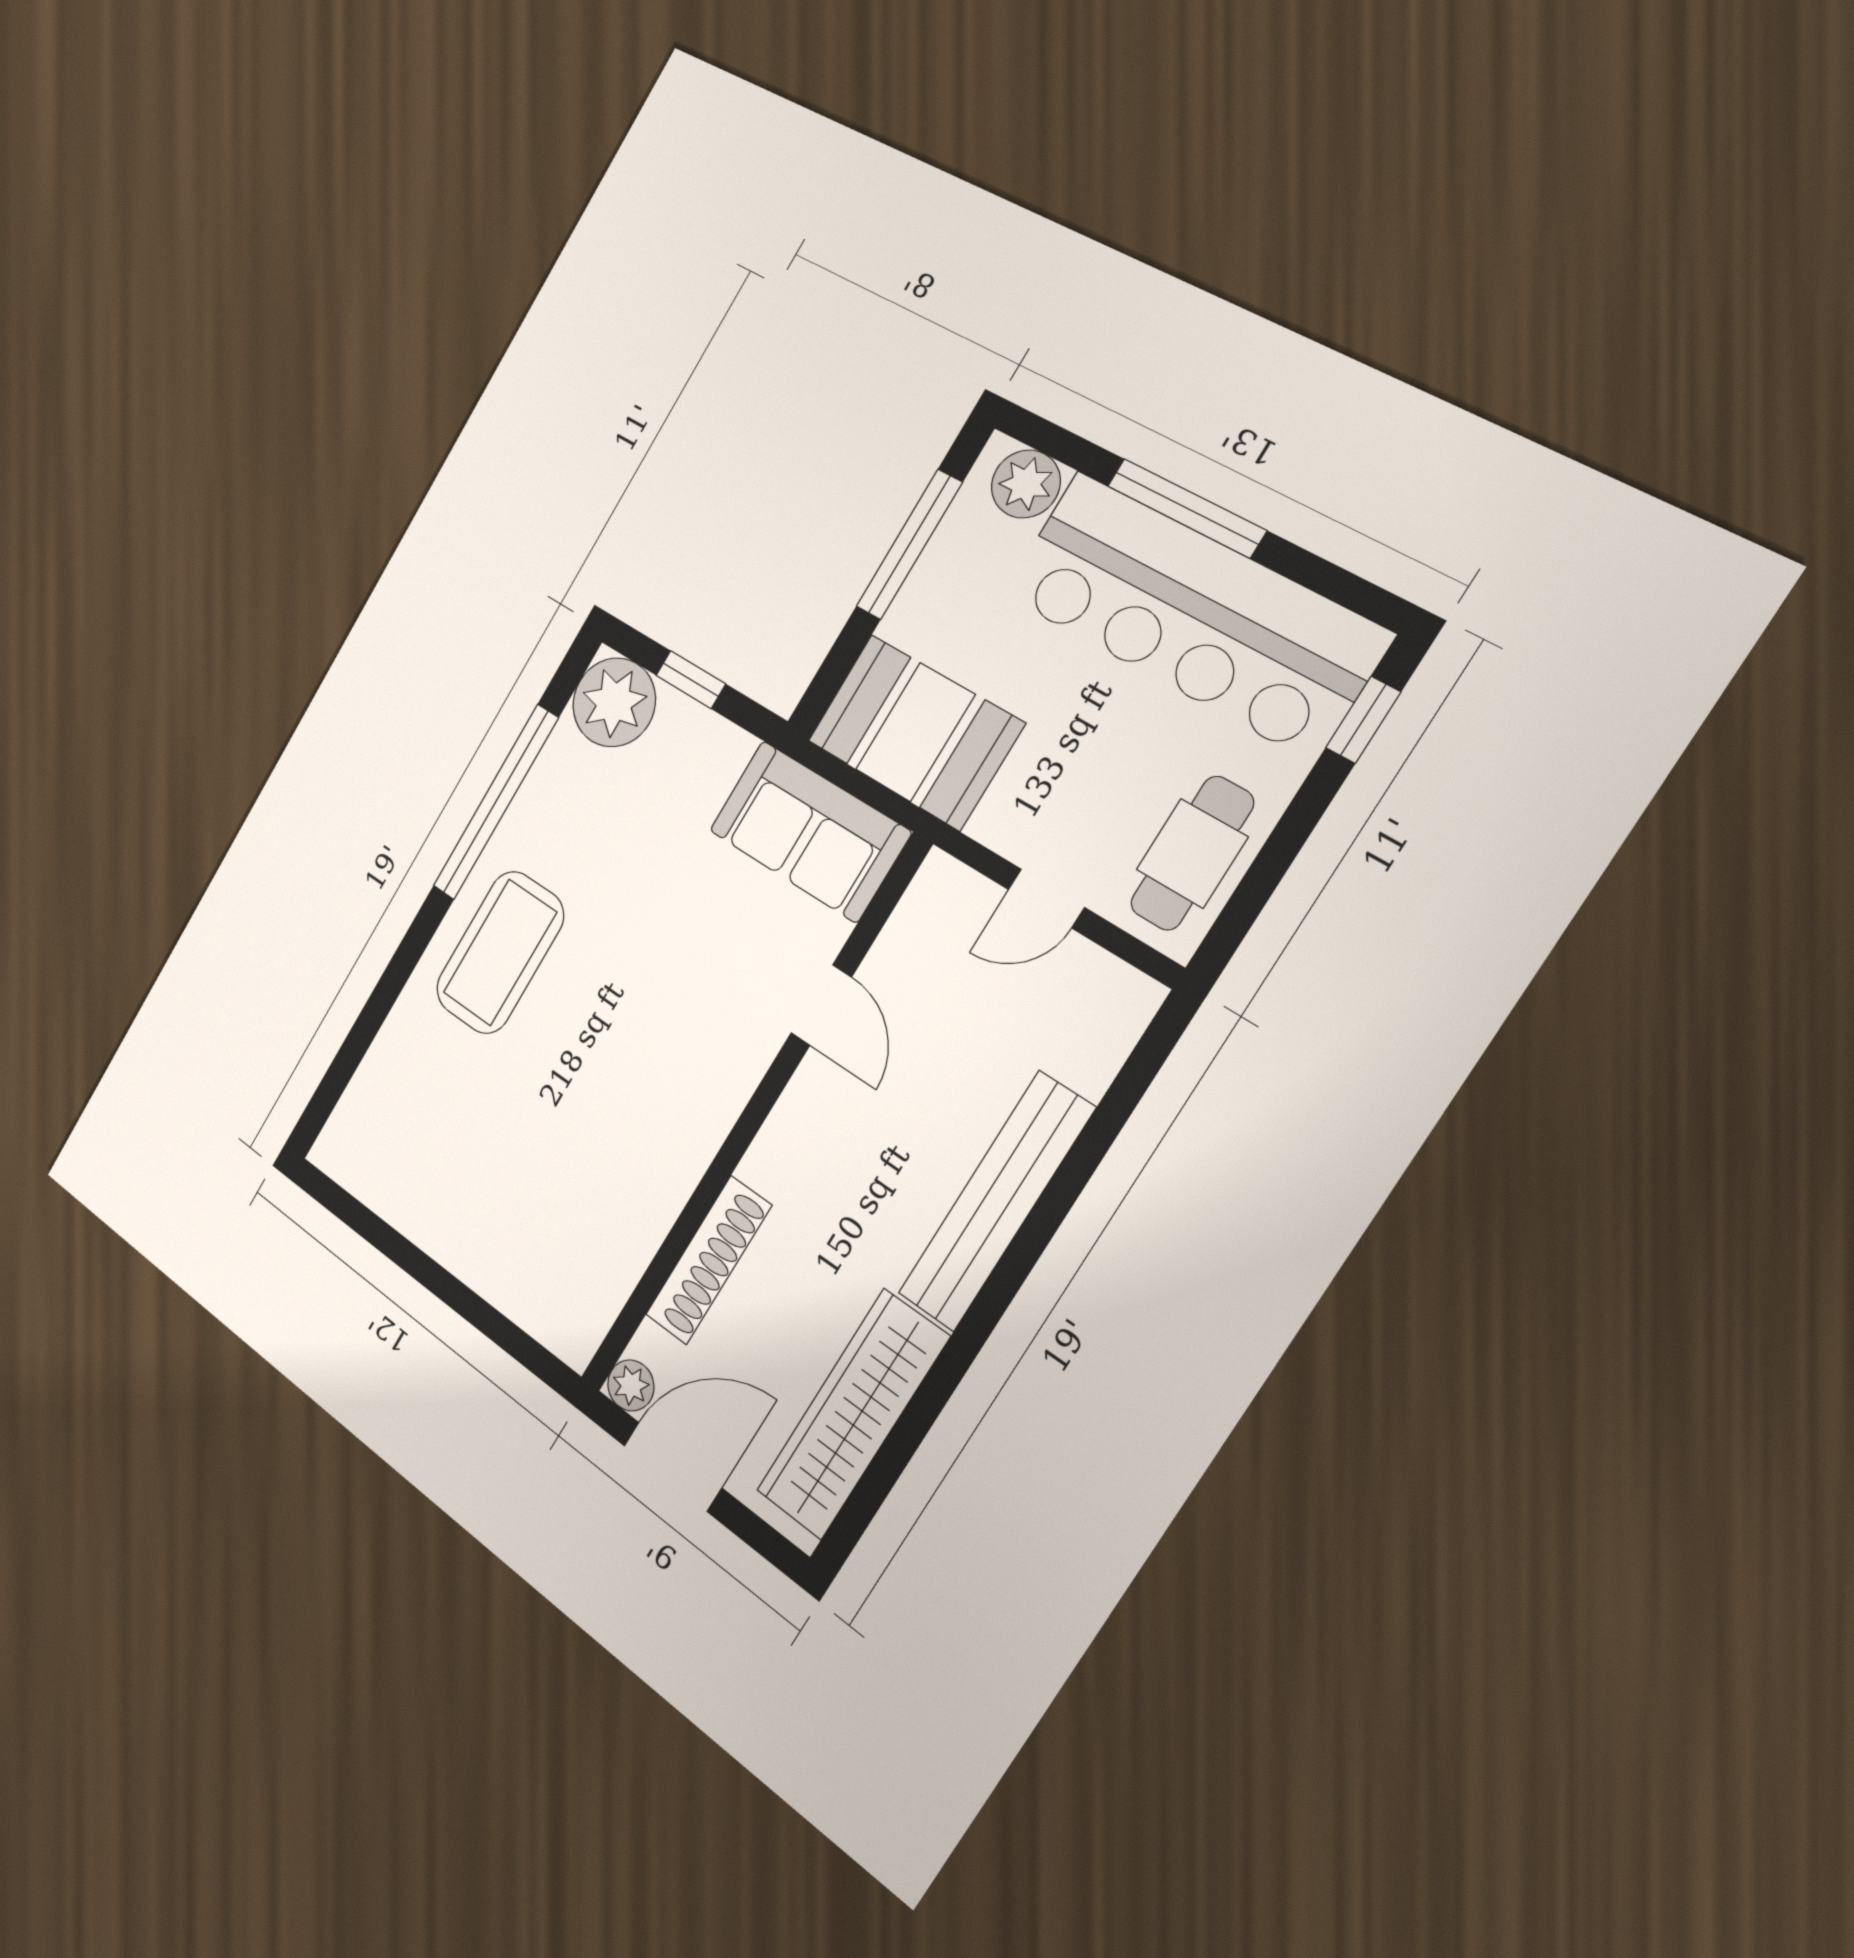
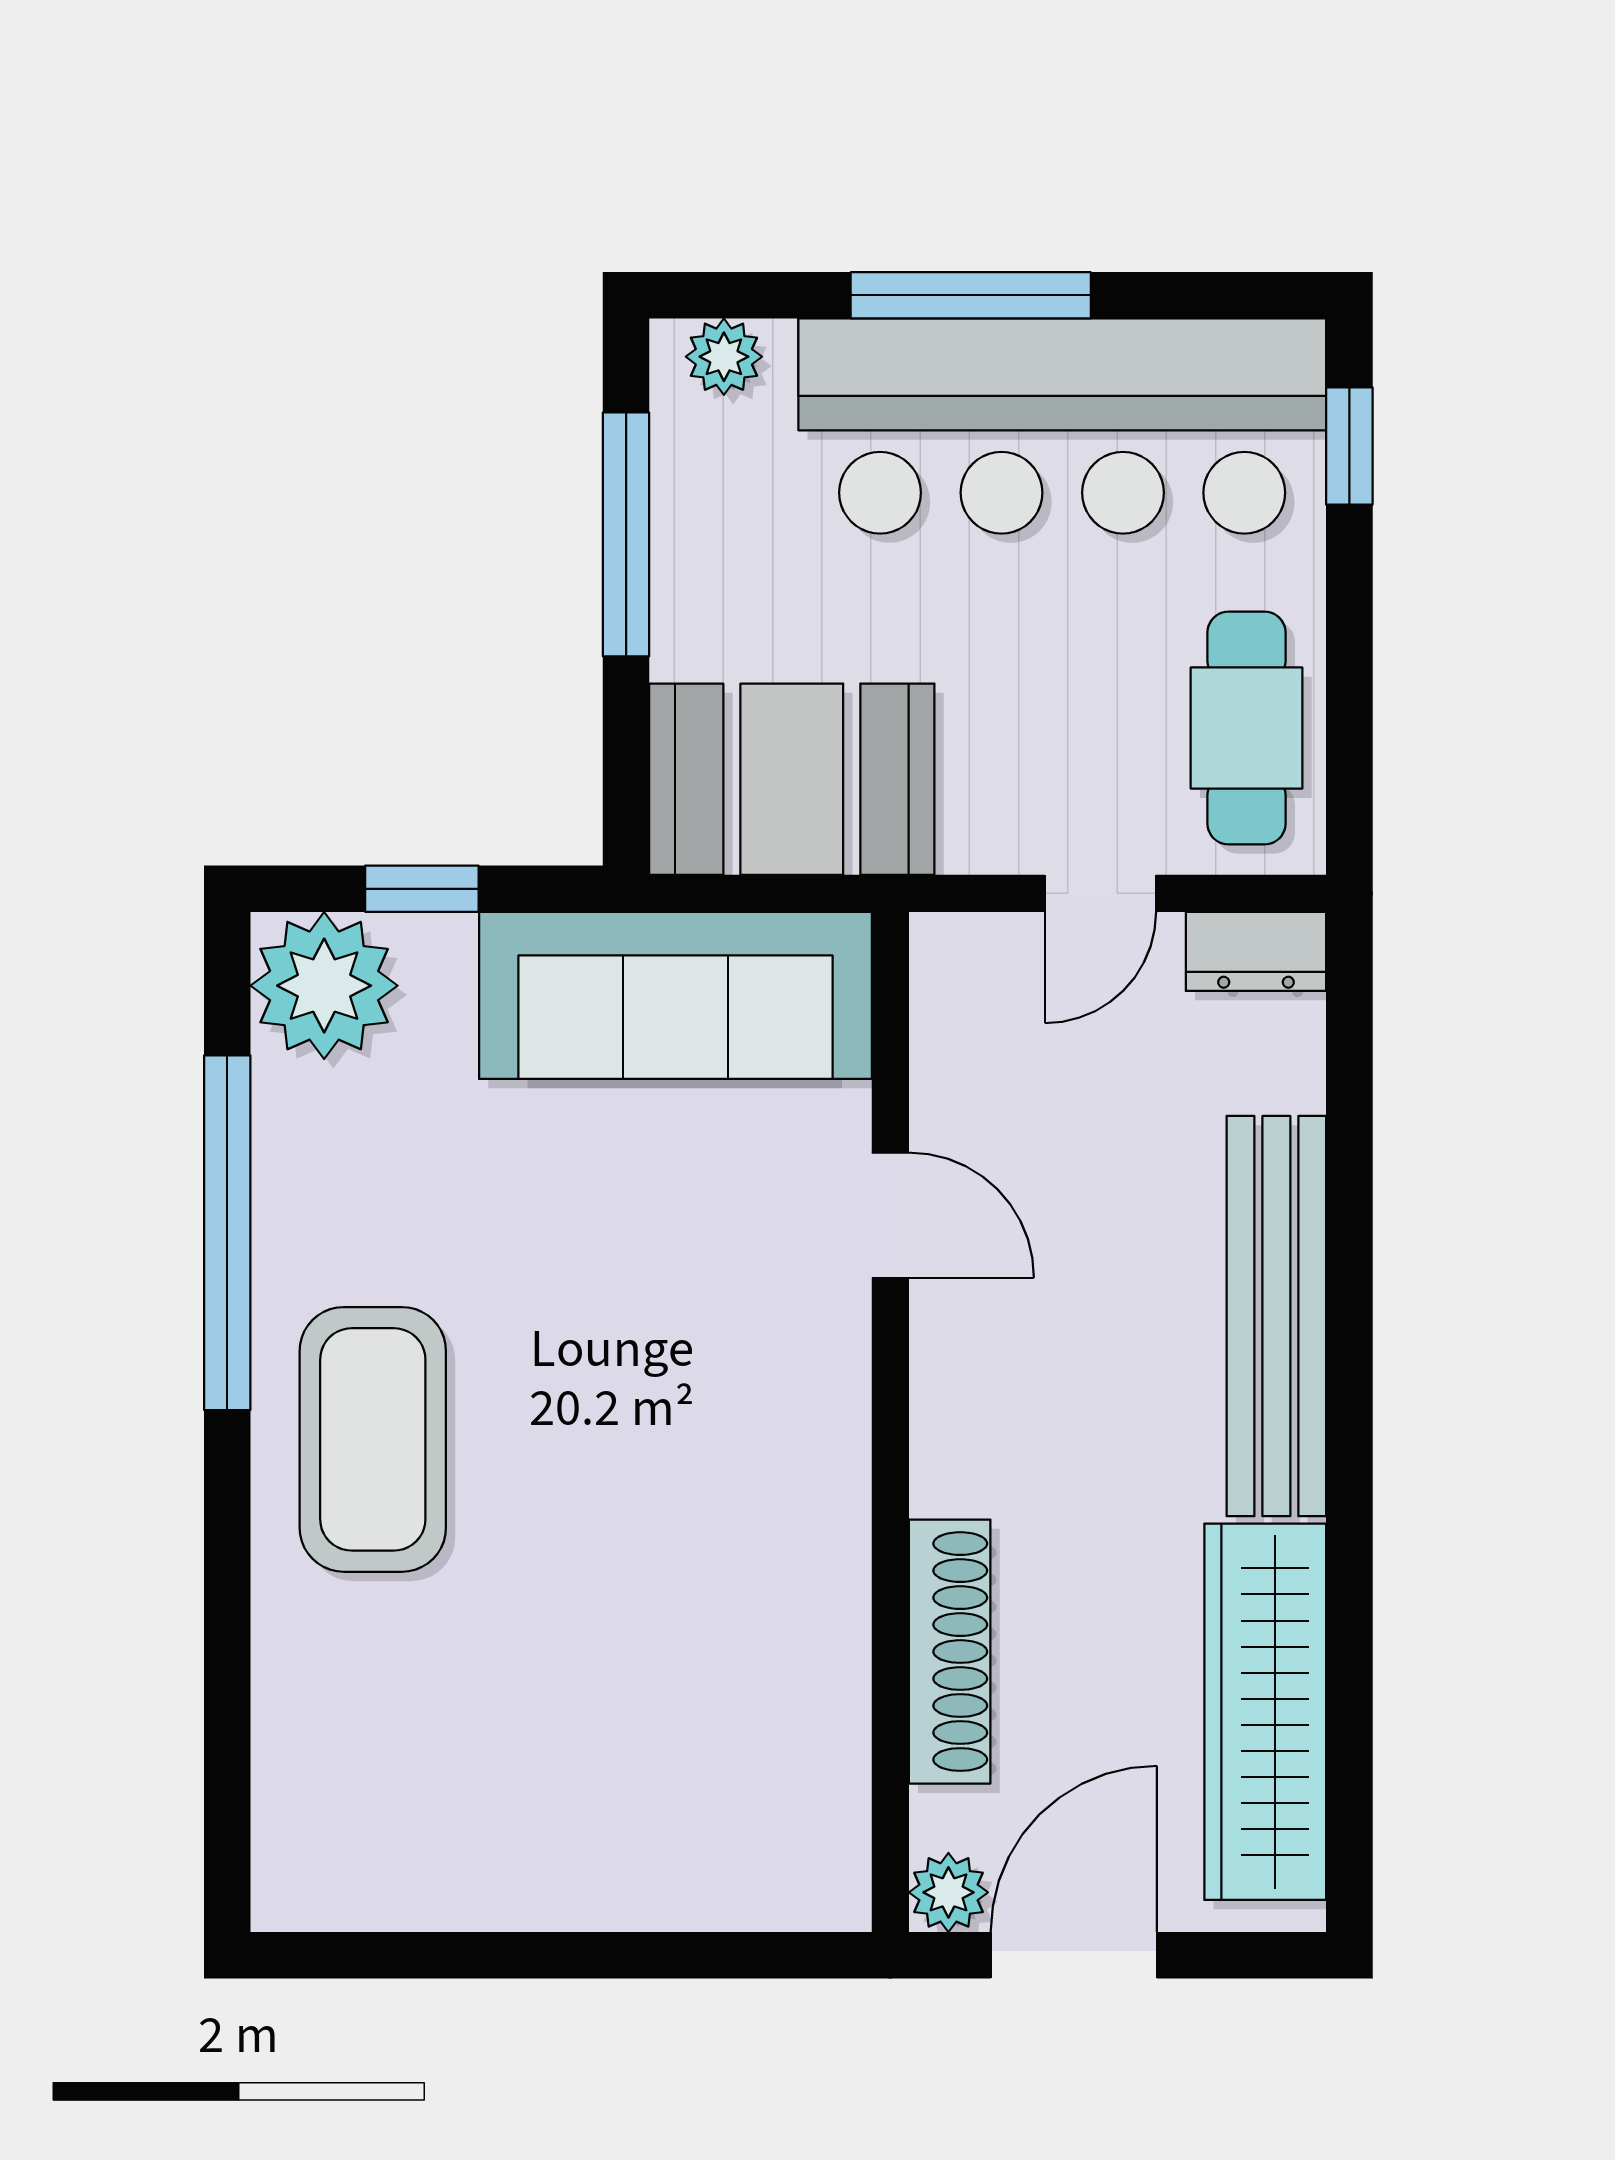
plant: (1026, 484) -> (724, 357), width x0.73, depth x0.73
sofa: (809, 831) -> (675, 995), width x1.36
dresser: (1115, 987) -> (1256, 951), added

